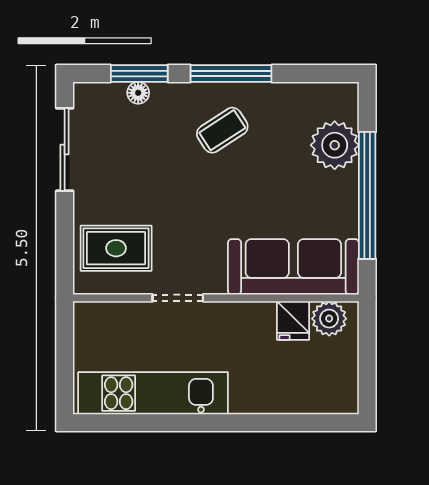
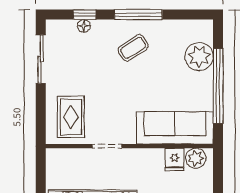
window: (139, 74) -> (85, 15), width x0.67
rug: (116, 248) -> (71, 117), turned 90

